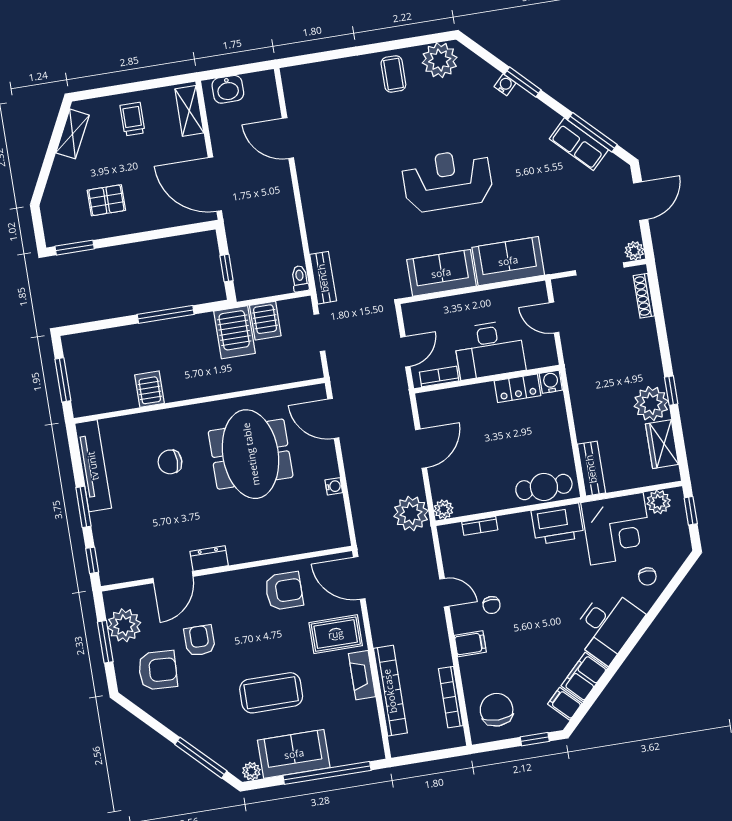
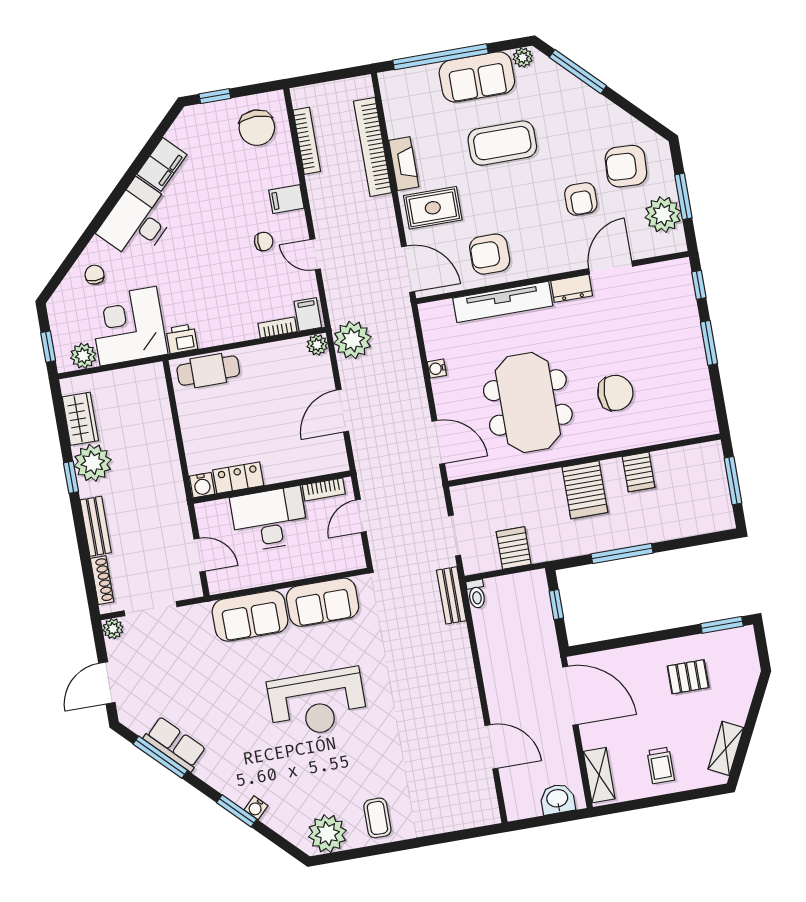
server rack: (234, 332) -> (585, 490), moved, turned 180
chair: (170, 462) -> (615, 393), width x1.37, depth x1.37
tv unit: (93, 466) -> (503, 302), moved, turned -90
bench: (591, 469) -> (96, 526), moved
printer: (558, 524) -> (182, 339), width x0.53, depth x0.68
chair: (492, 605) -> (264, 241), turned 90
filing cabinet: (565, 704) -> (308, 314), moved, turned -135

